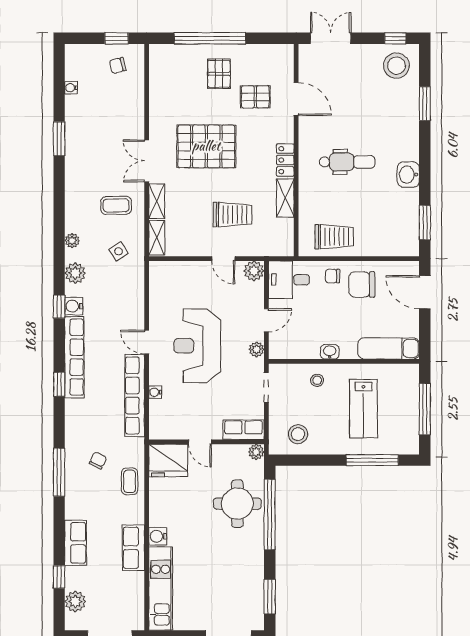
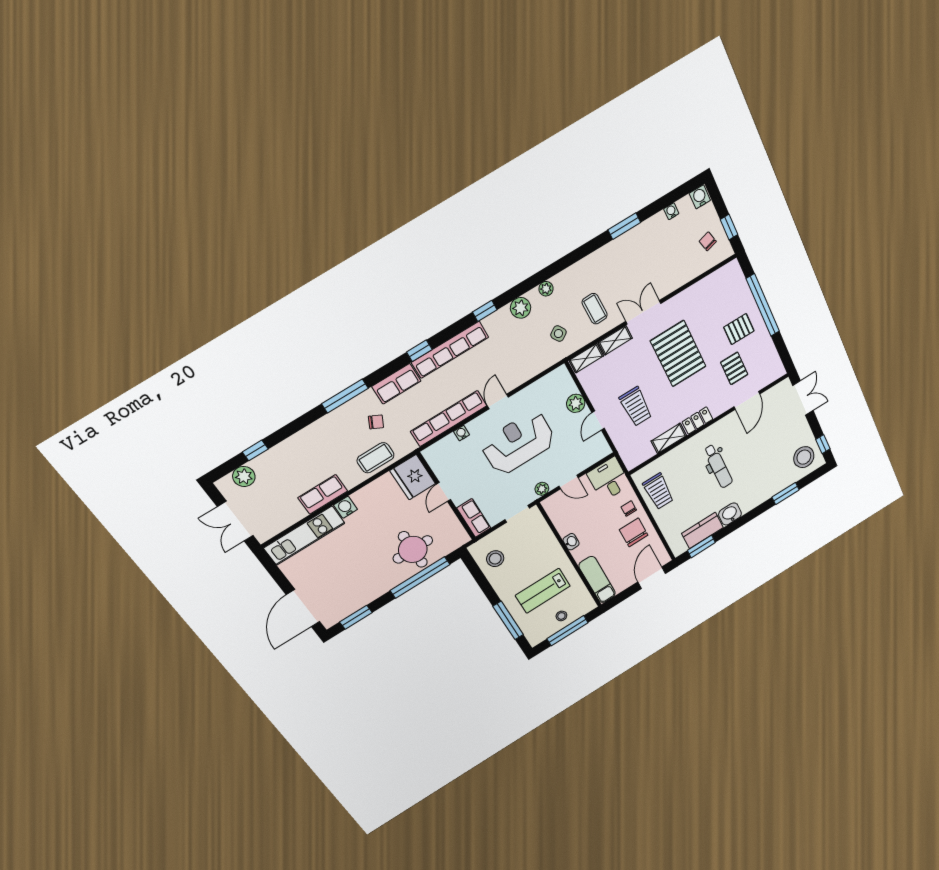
kitchen counter: (407, 213) -> (702, 530), added
plant: (254, 271) -> (576, 403), moved
water cooler: (74, 306) -> (700, 197), moved
stool: (317, 380) -> (561, 616), moved
plant: (256, 452) -> (462, 538), removed
coffee table: (130, 481) -> (376, 458), width x1.36, depth x1.30
row of seats: (76, 543) -> (396, 384), moved

